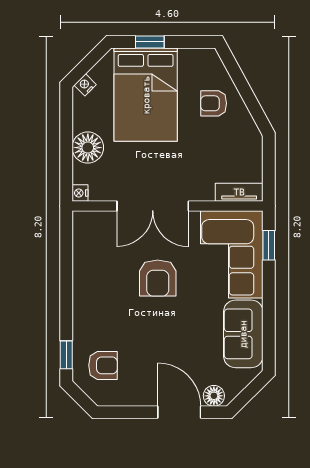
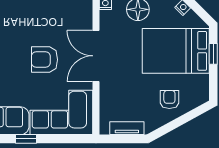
tv unit: (239, 192) -> (127, 128), moved, turned -90
window: (269, 245) -> (26, 139), moved

